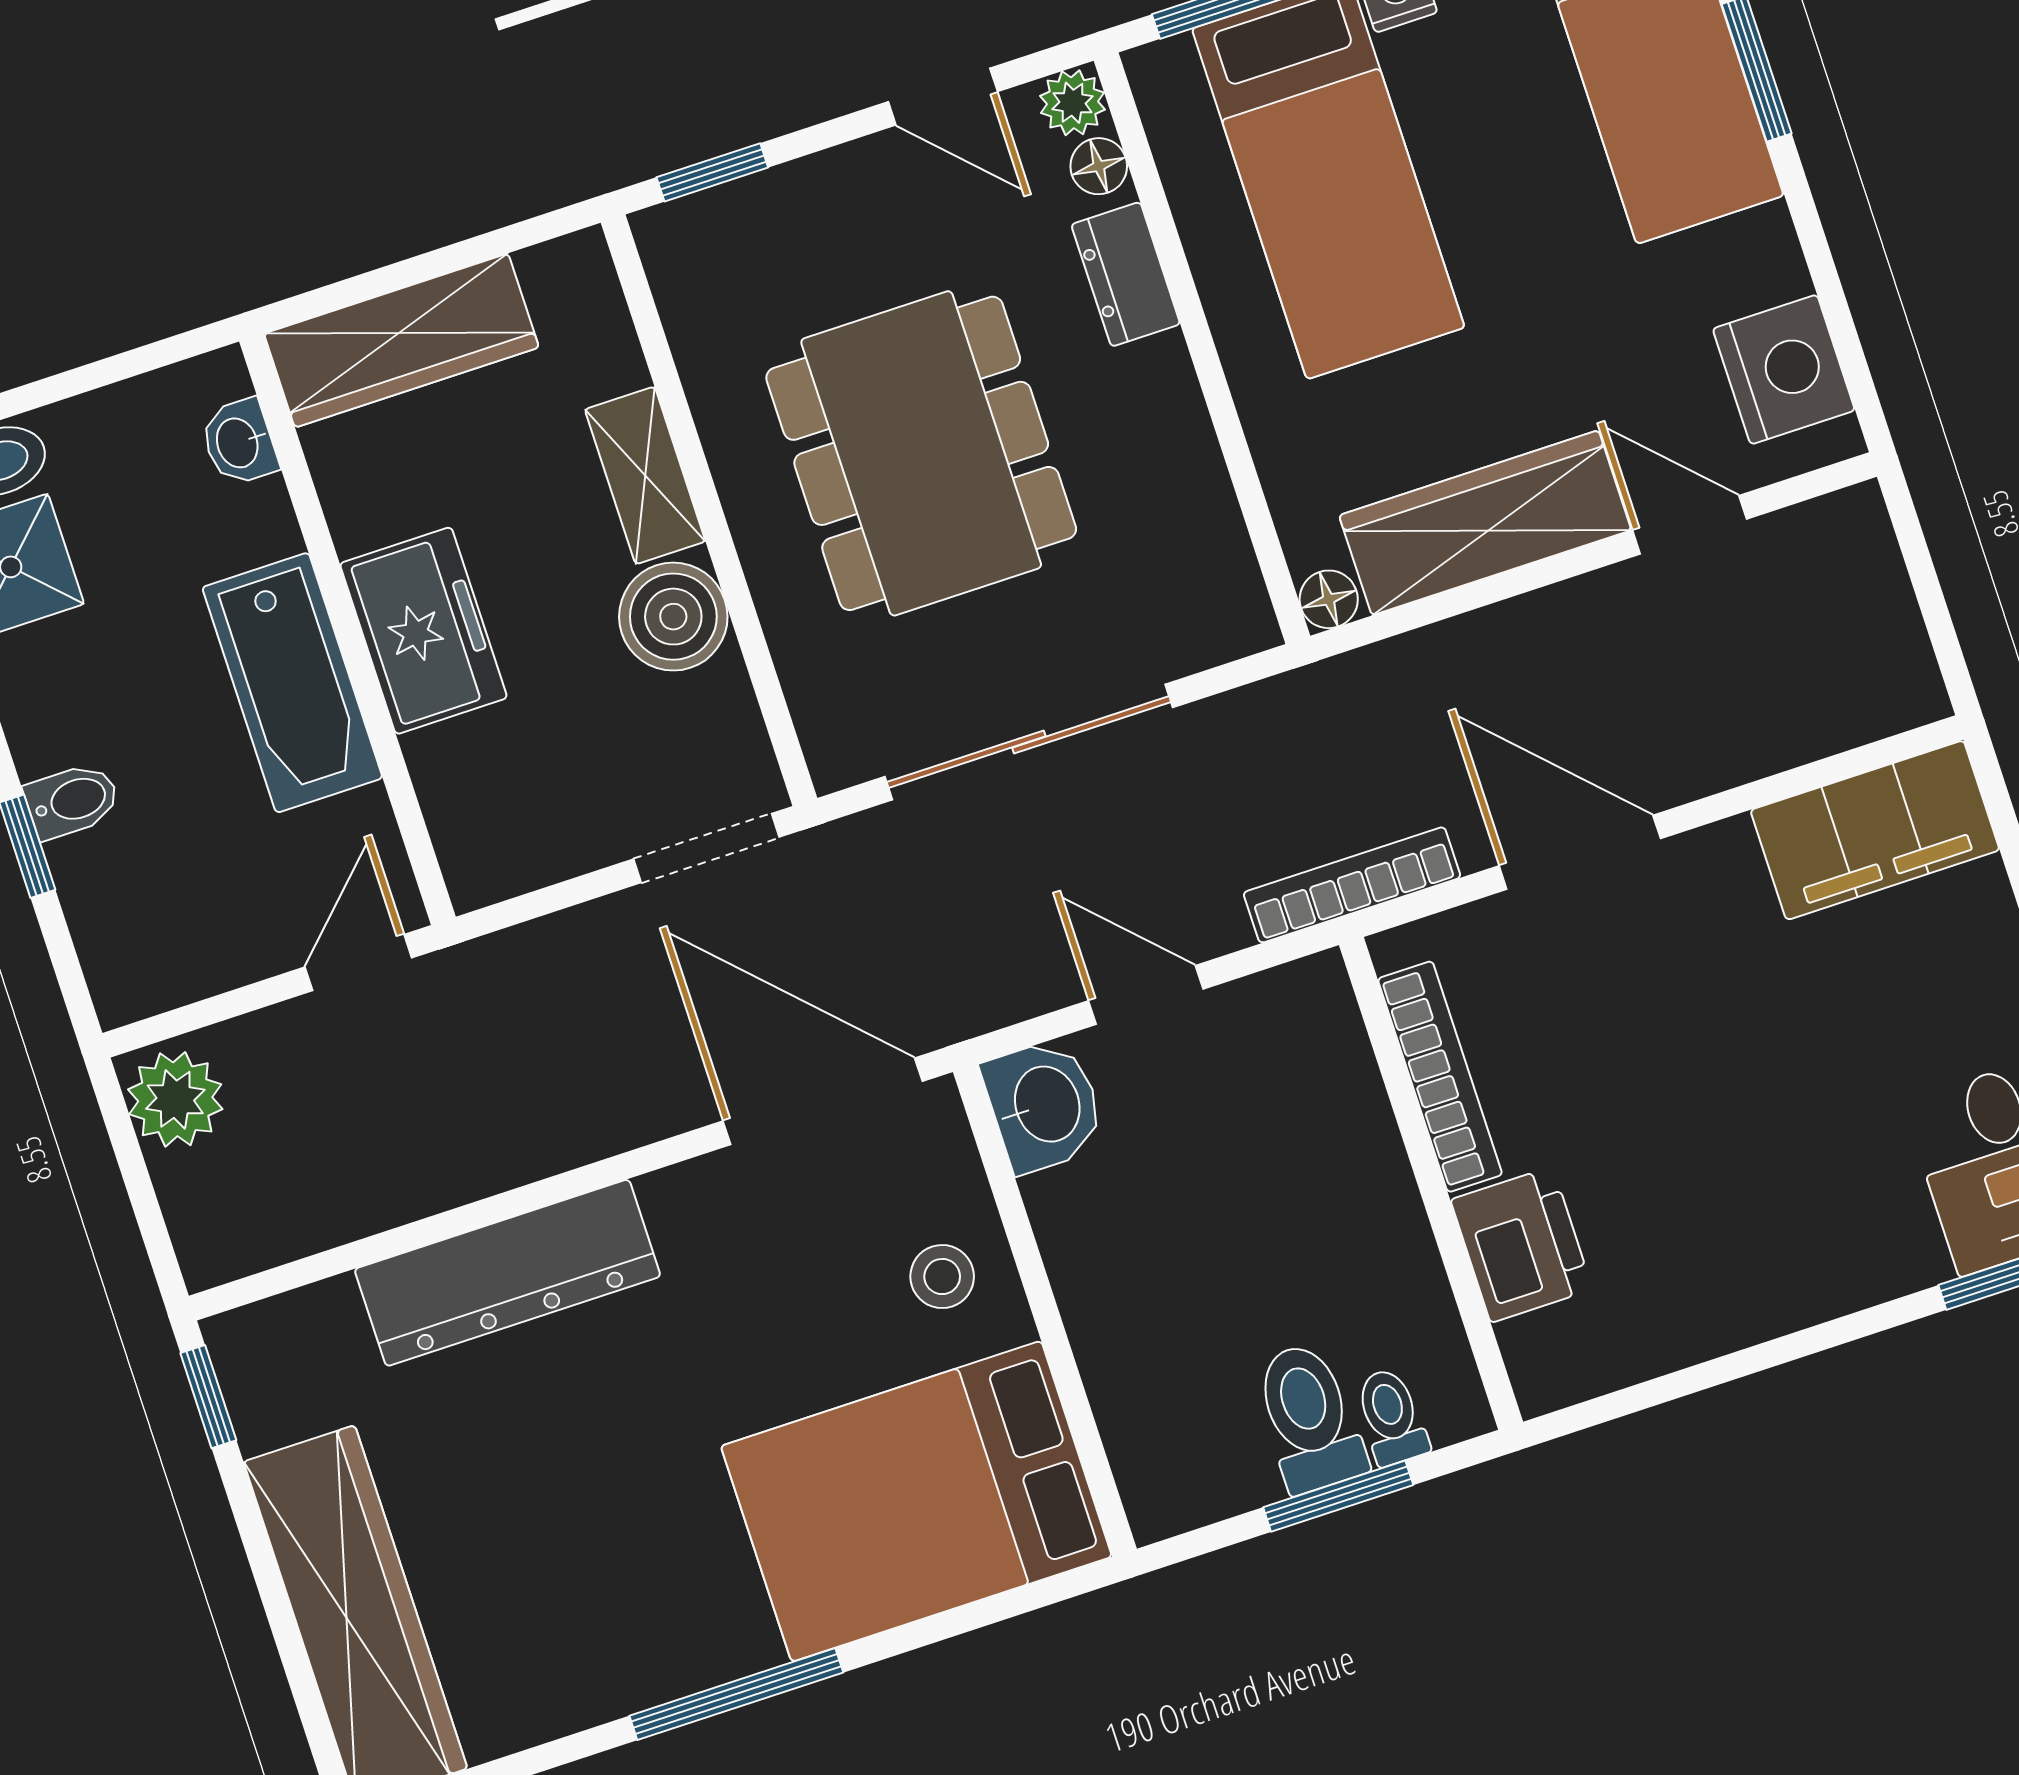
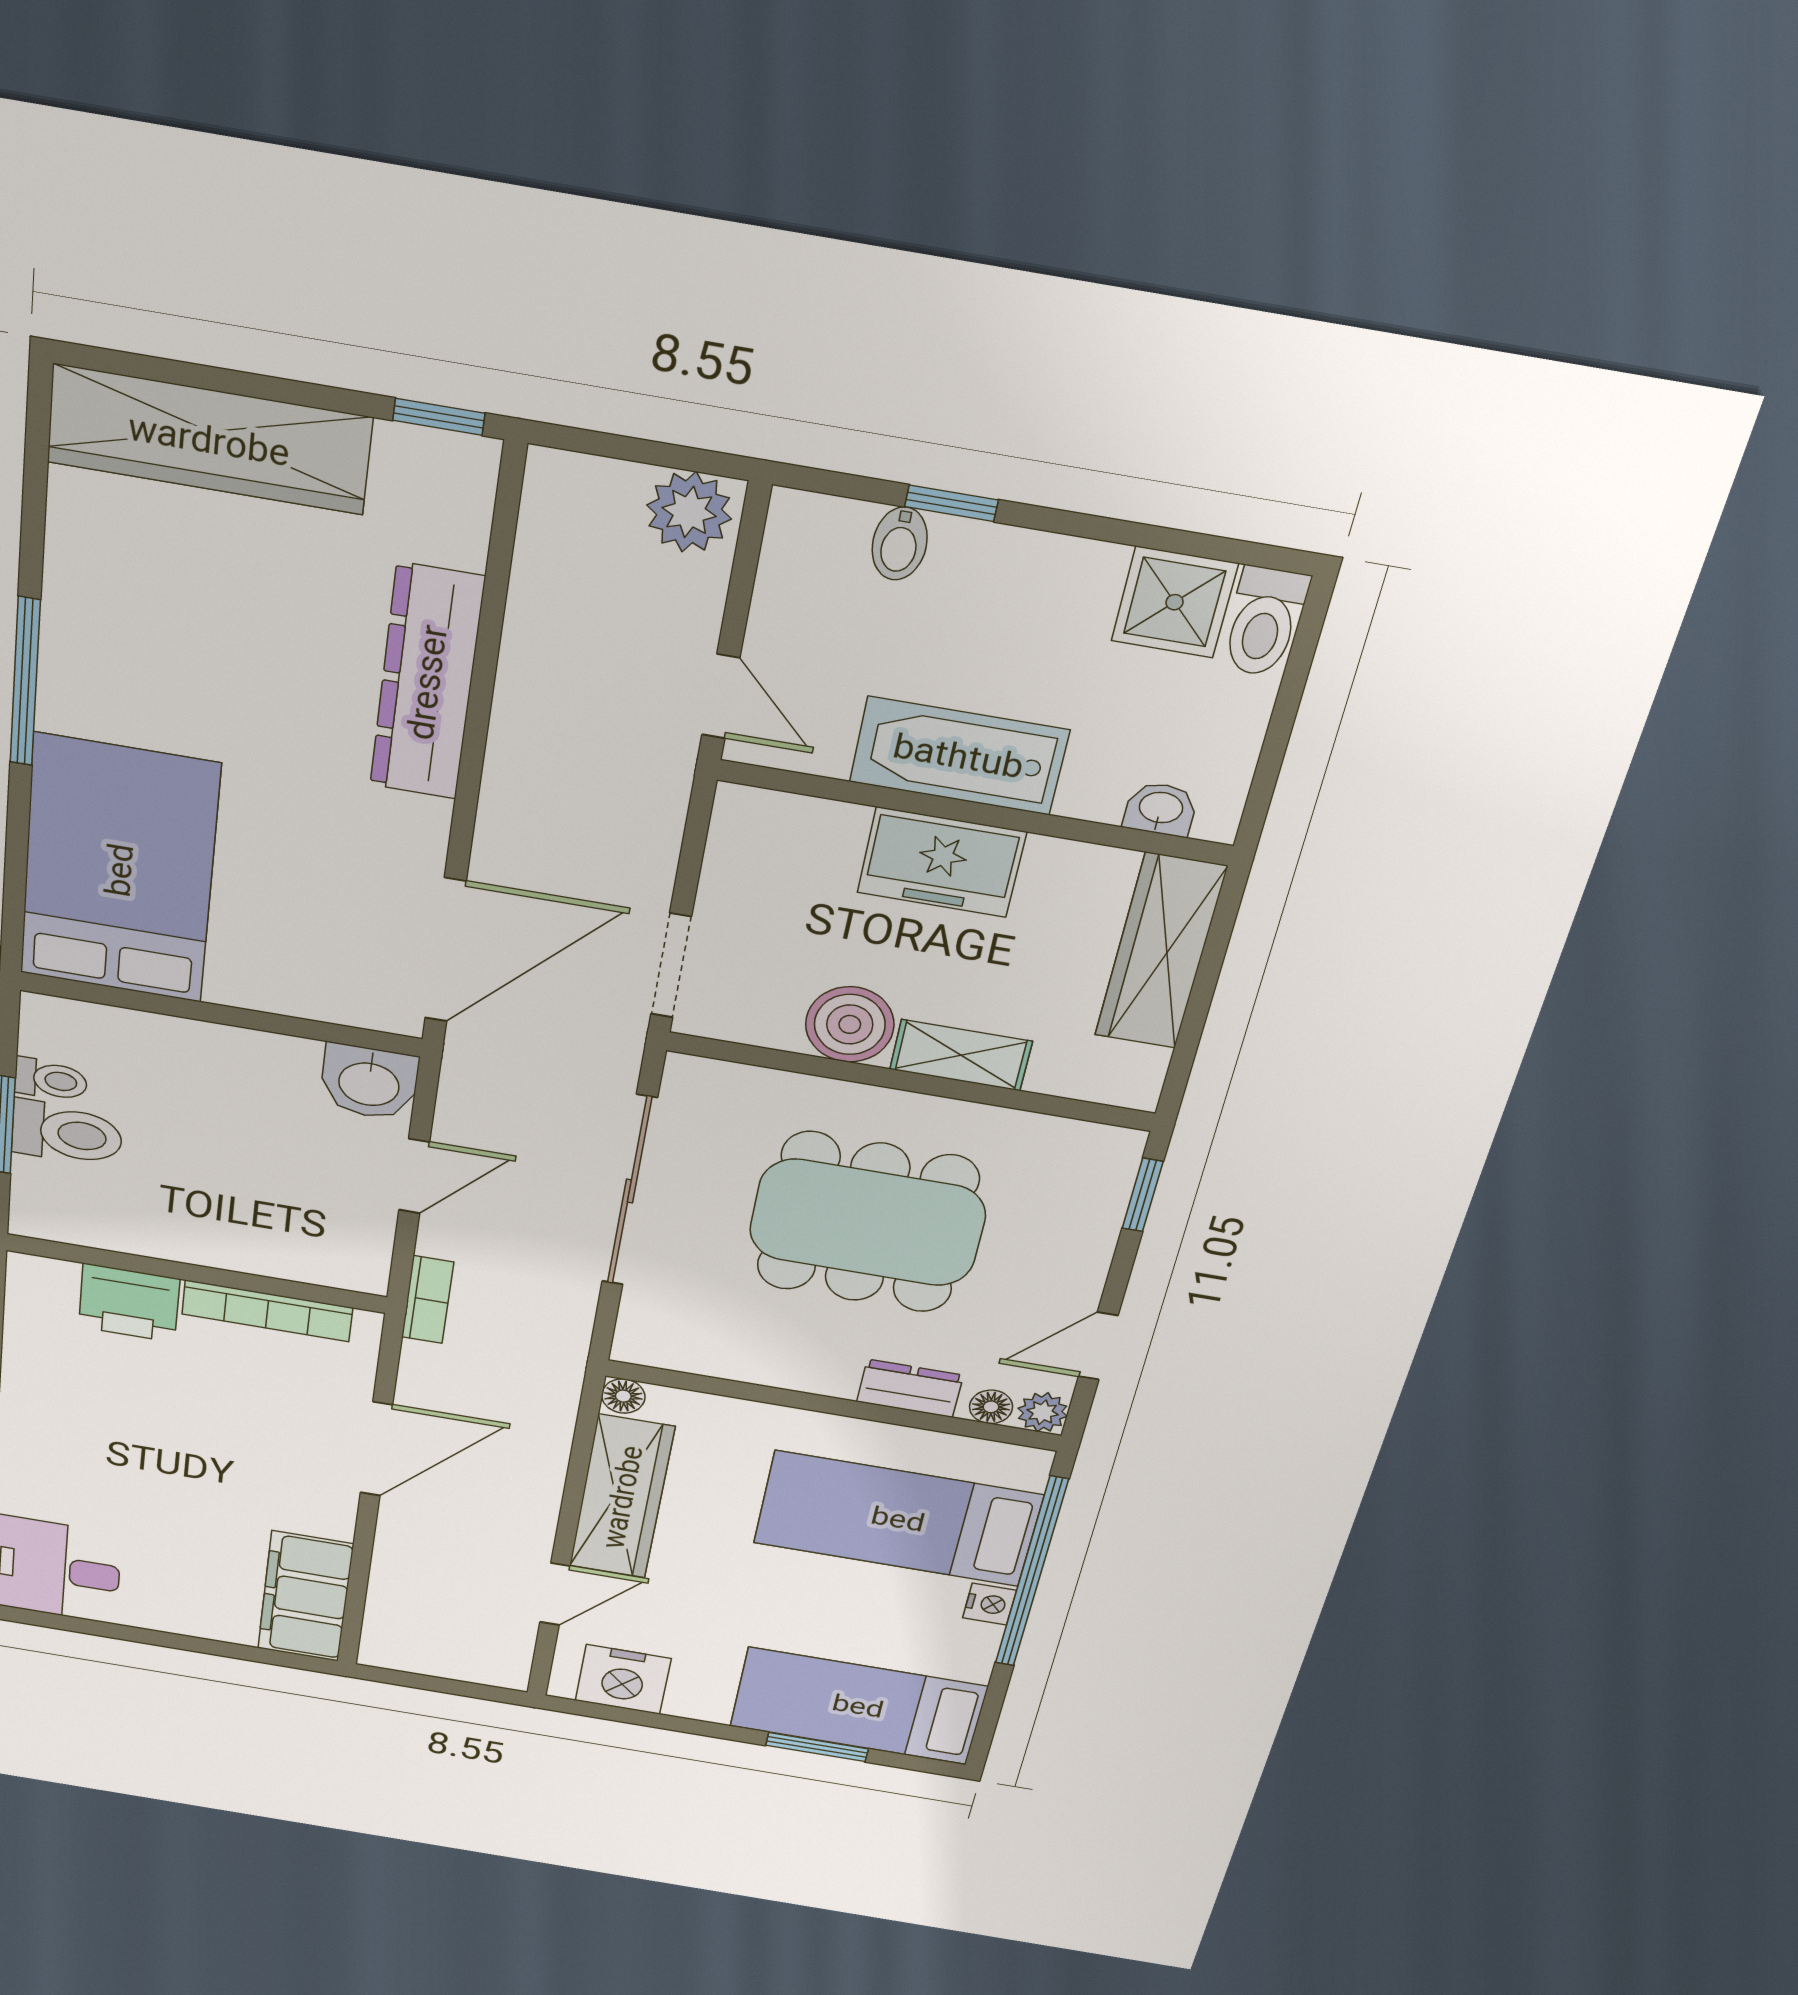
bidet: (72, 801) -> (900, 544), moved
bookcase: (1352, 885) -> (428, 1300), width x0.64
stool: (942, 1277) -> (278, 964), removed
toilet: (1391, 1417) -> (51, 1080), moved

